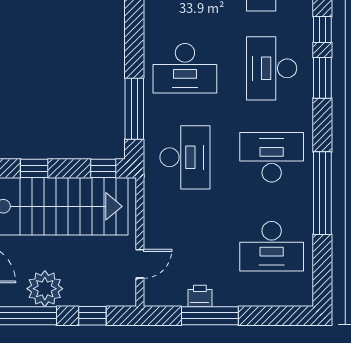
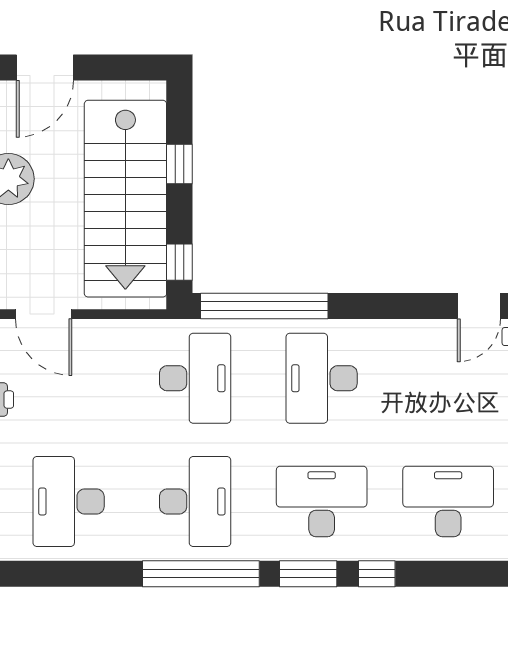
window: (134, 109) -> (264, 306), width x1.46
desk: (185, 157) -> (195, 378), turned -90
window: (322, 193) -> (201, 574), moved
door: (140, 264) -> (44, 314), width x1.38

